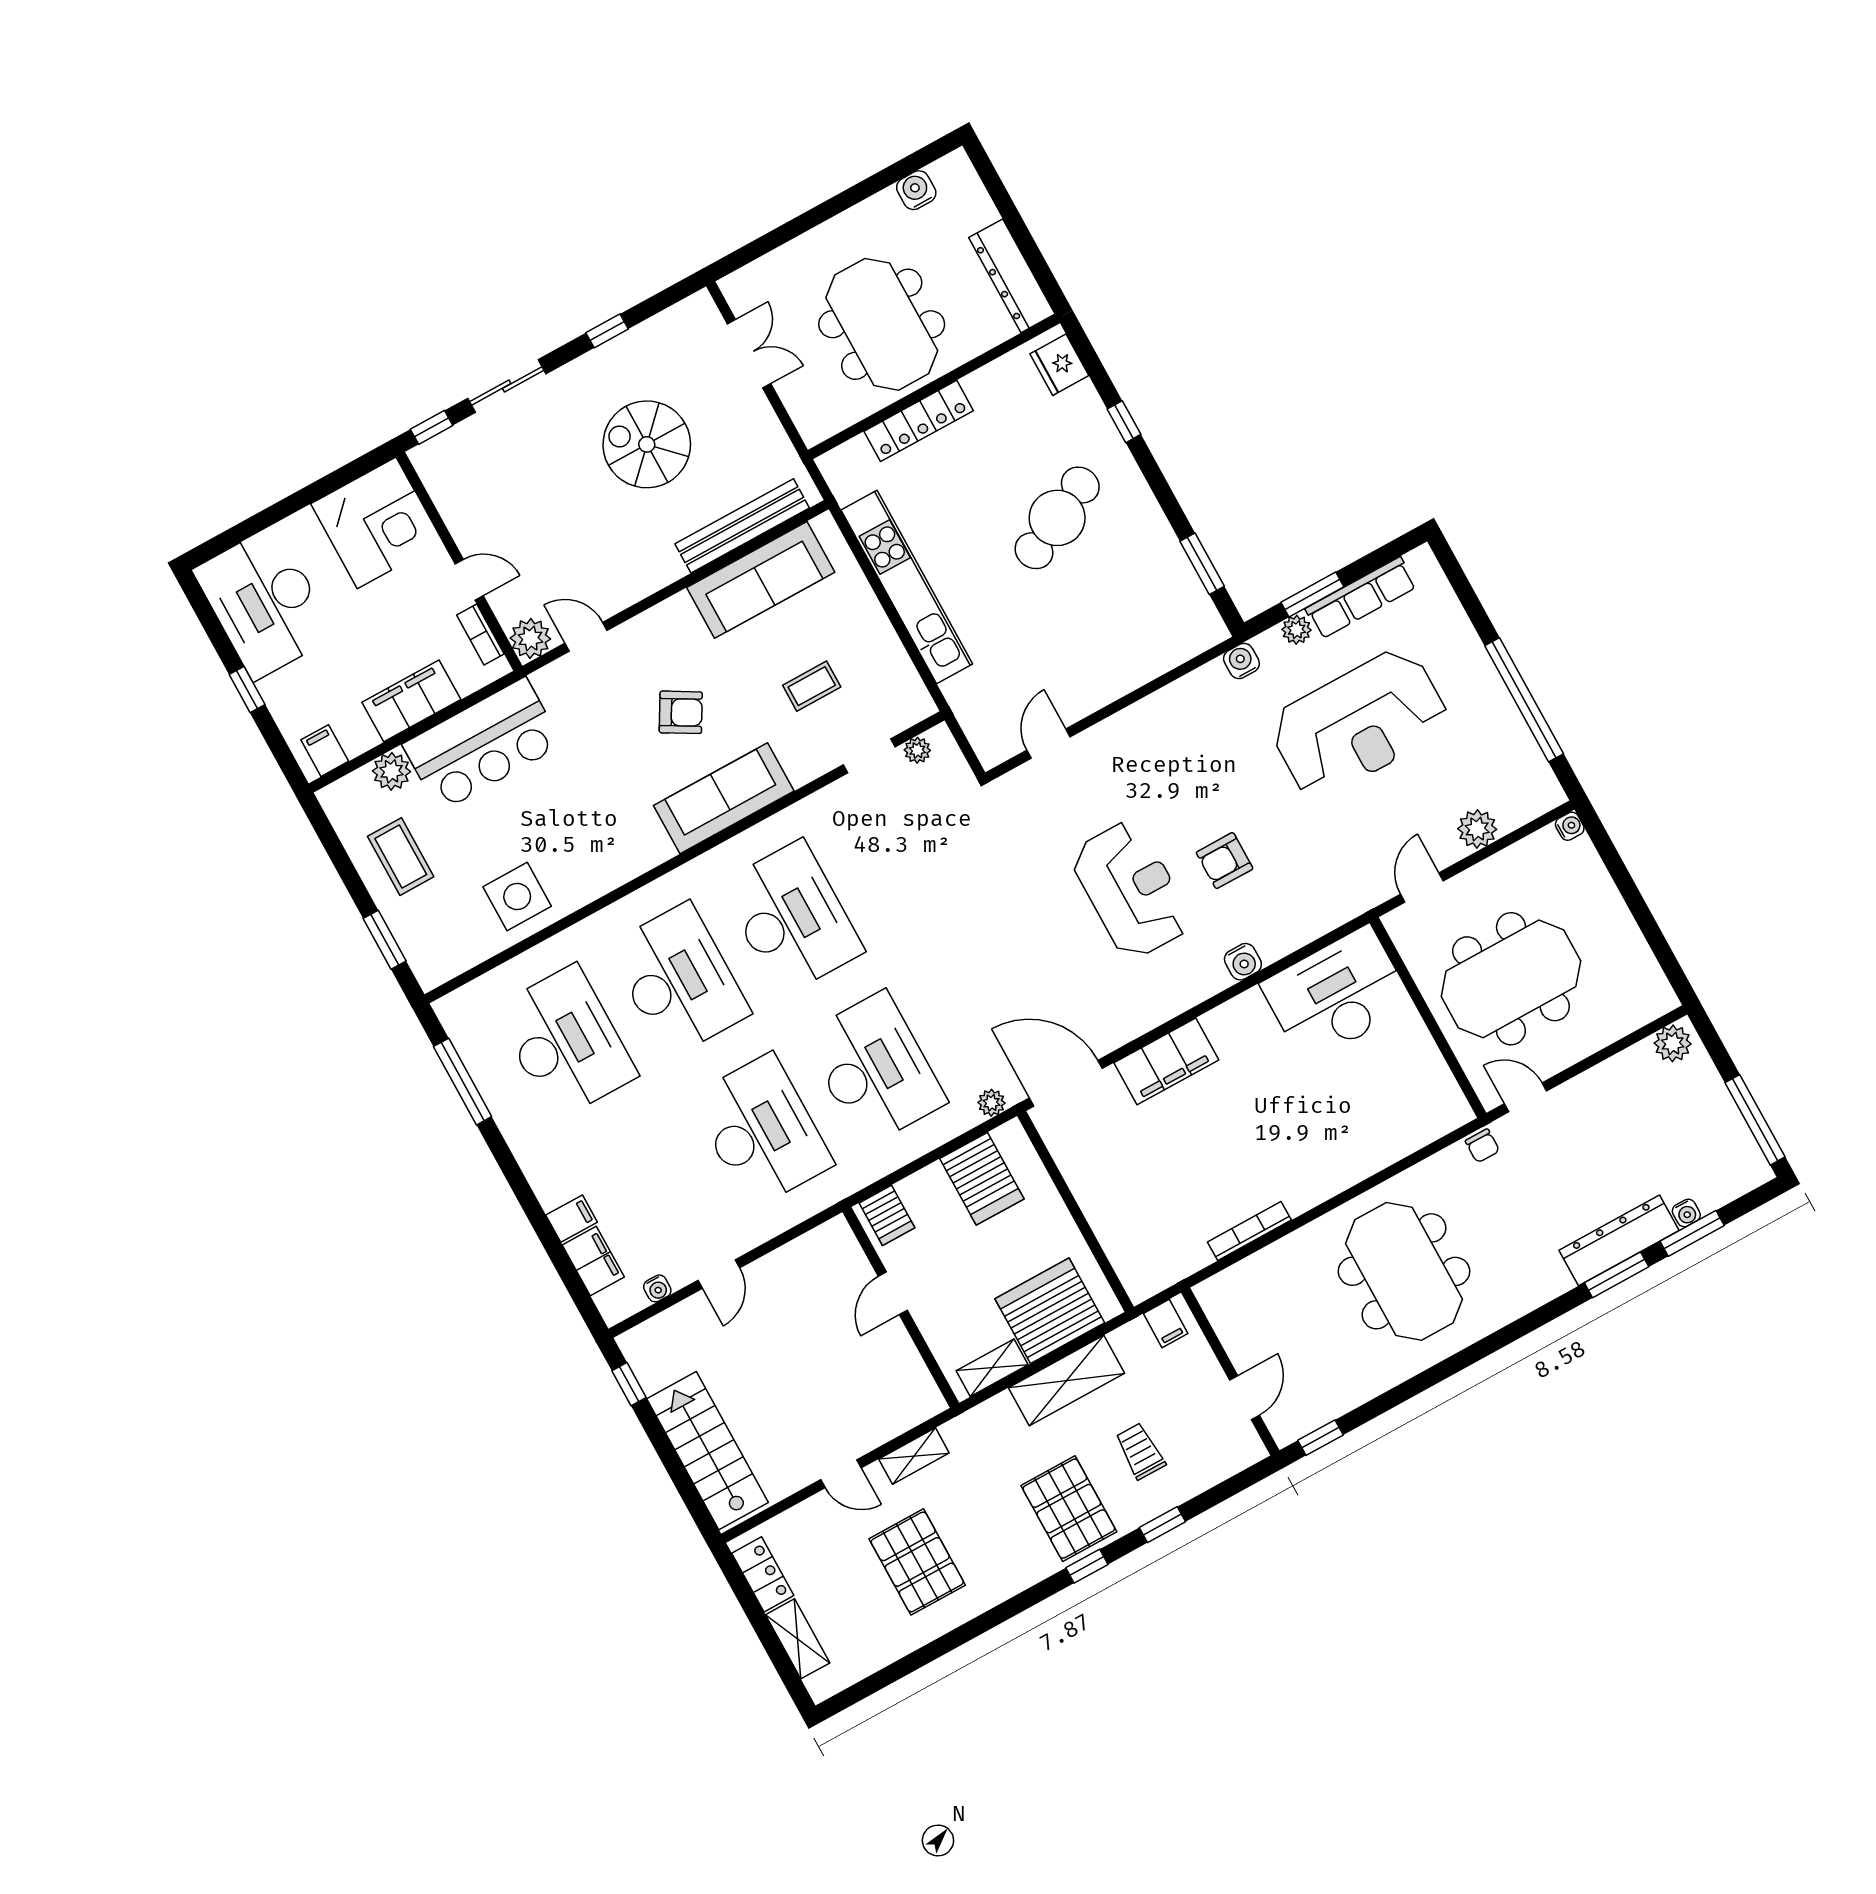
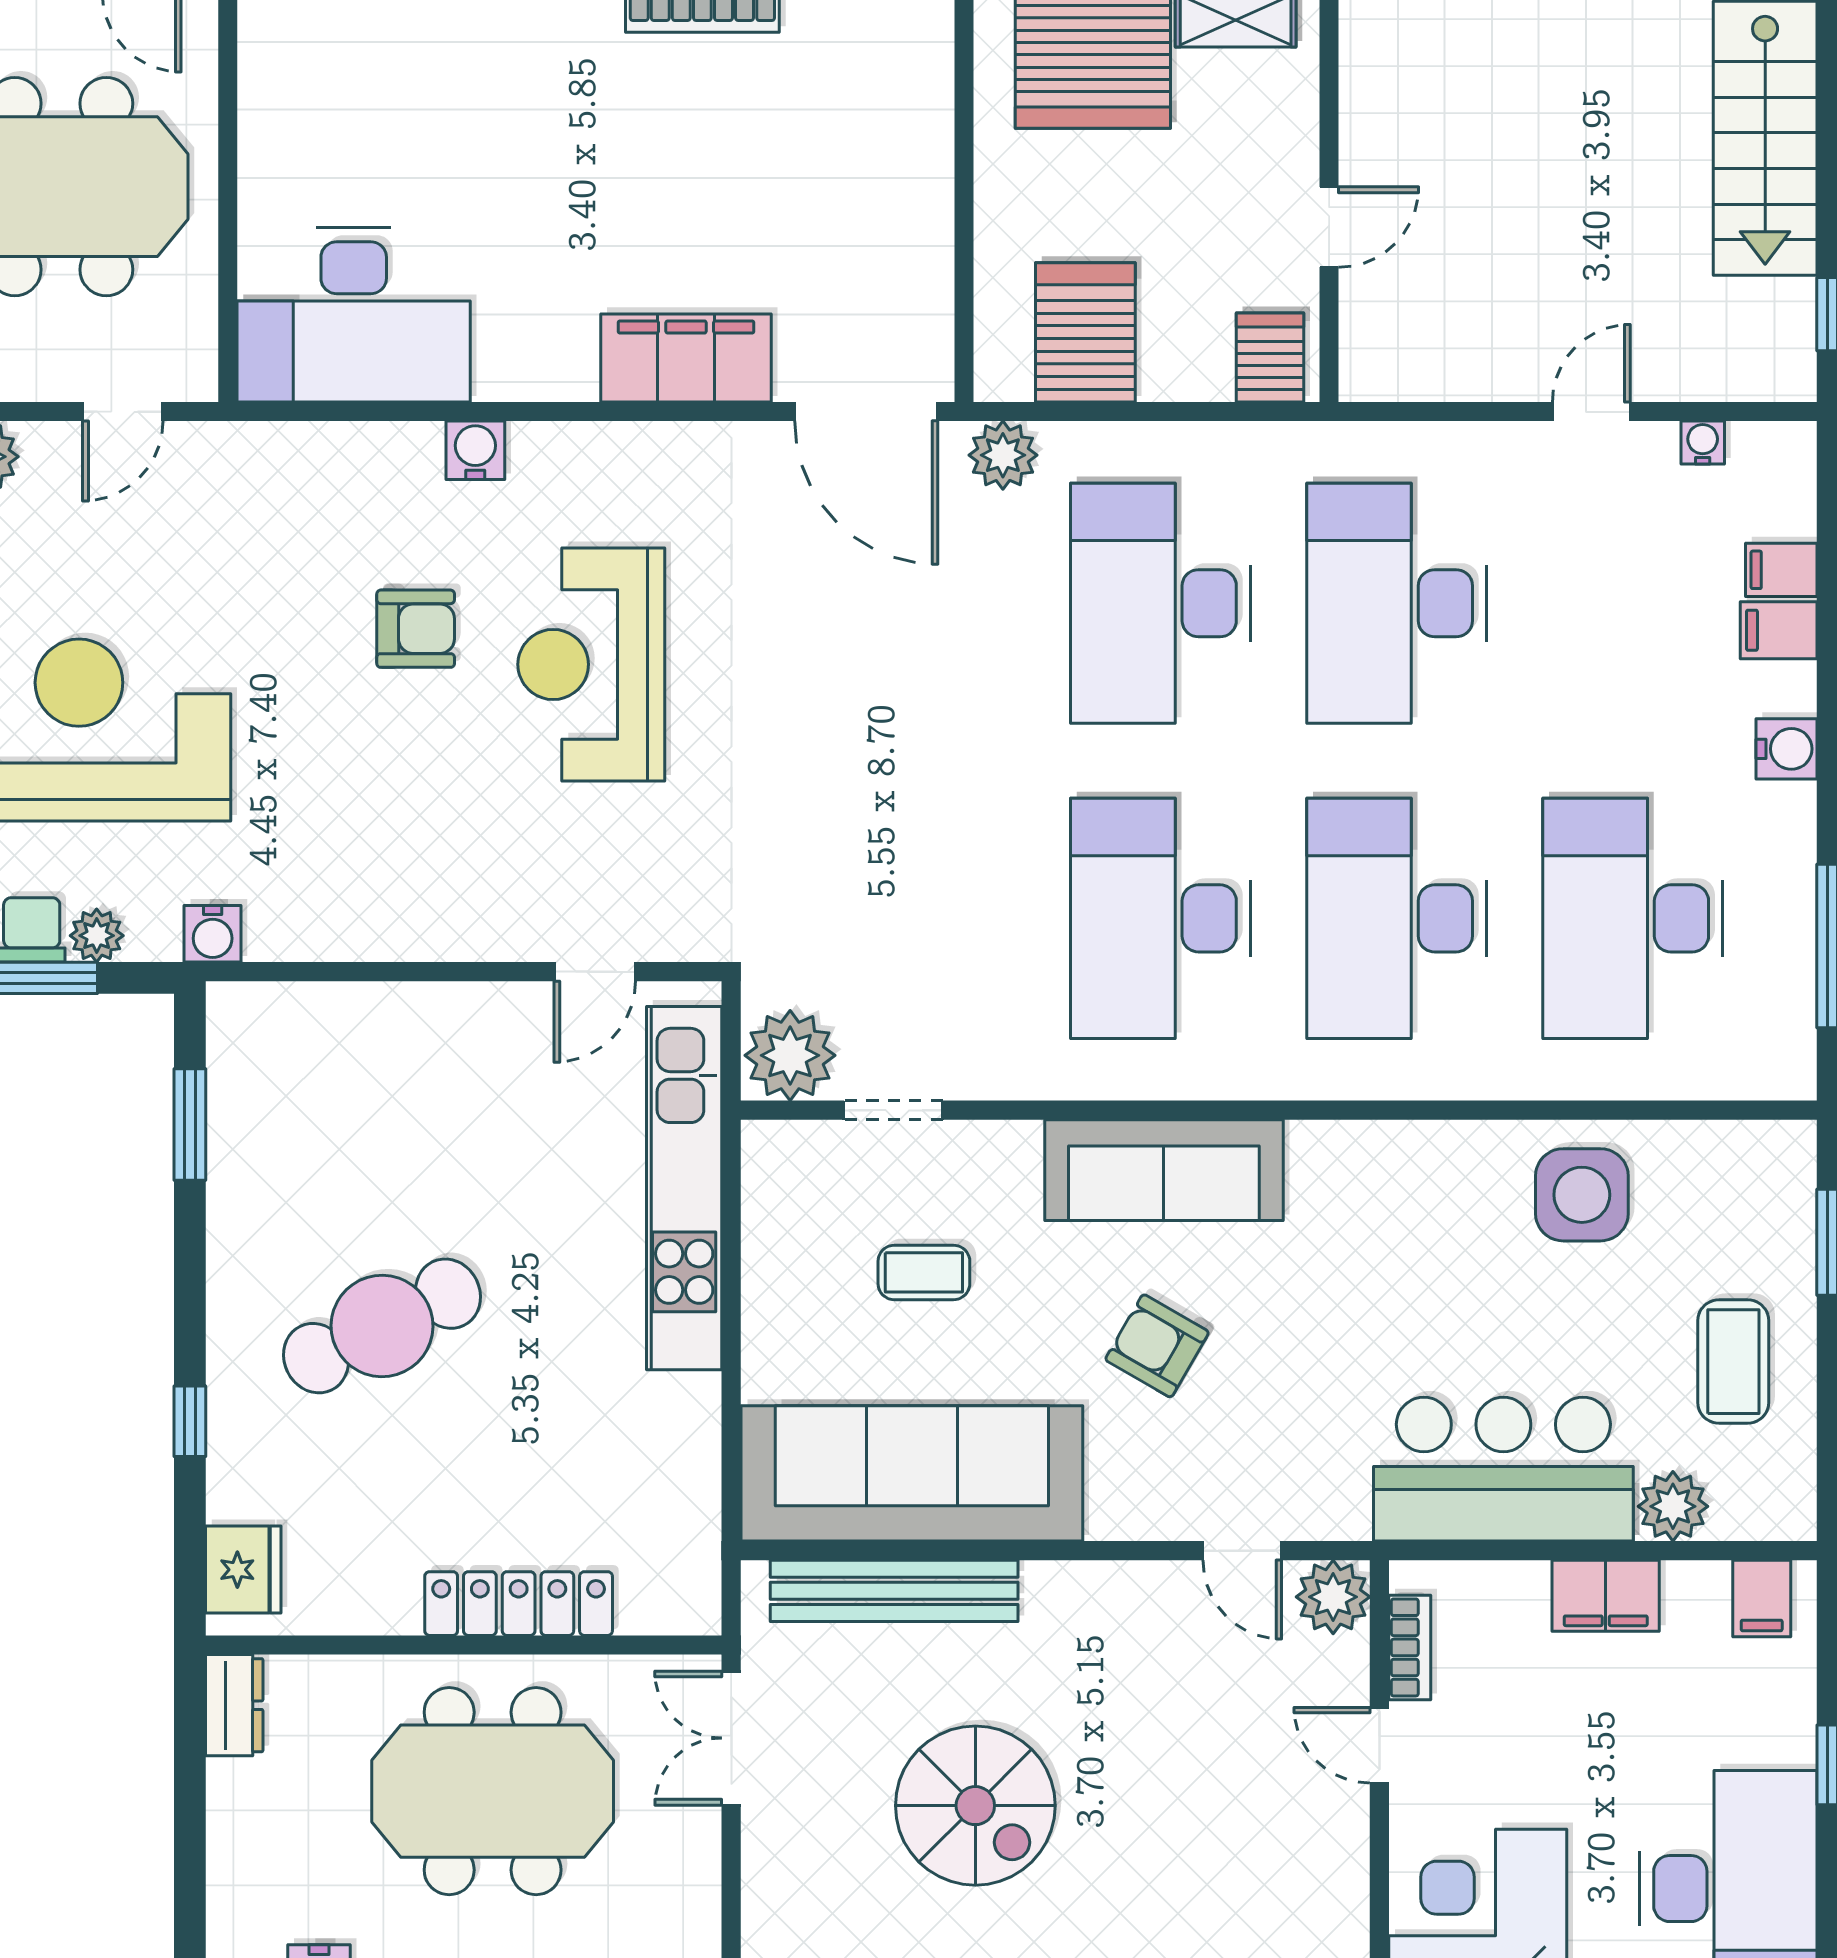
dresser: (1012, 276) -> (234, 1705), width x0.51, depth x0.80
meeting table: (882, 324) -> (493, 1791), turned 90
double door: (749, 354) -> (731, 1738), moved
sofa: (761, 580) -> (912, 1473), width x1.36, depth x1.27
kitchen unit: (907, 587) -> (684, 1188), moved
filing cabinet: (411, 701) -> (1606, 1596), width x0.67, depth x0.86
plant: (917, 750) -> (790, 1055), width x1.87, depth x1.87
plant: (991, 1103) -> (1003, 455), width x1.38, depth x1.38
water cooler: (537, 1164) -> (1786, 749), added
filing cabinet: (593, 1261) -> (1781, 570), width x0.50

